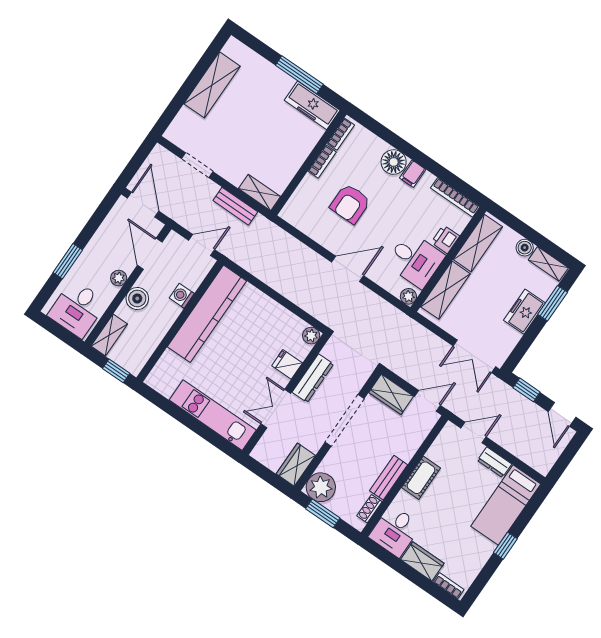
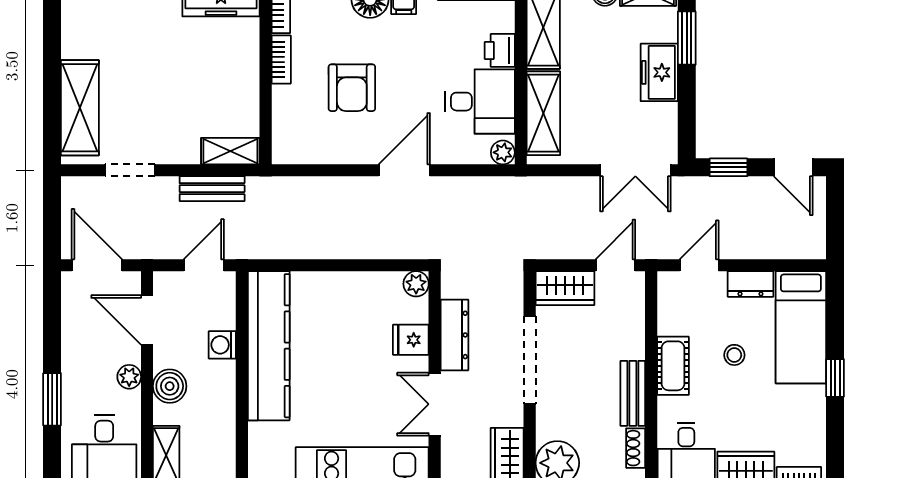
shelving: (212, 85) -> (80, 108), moved
stool: (459, 495) -> (734, 355), added

